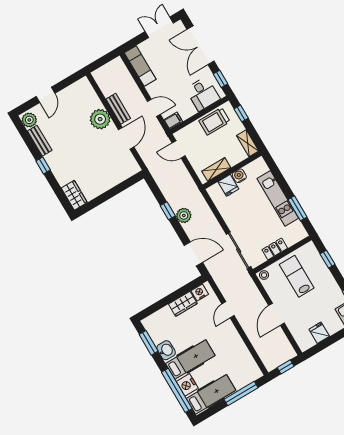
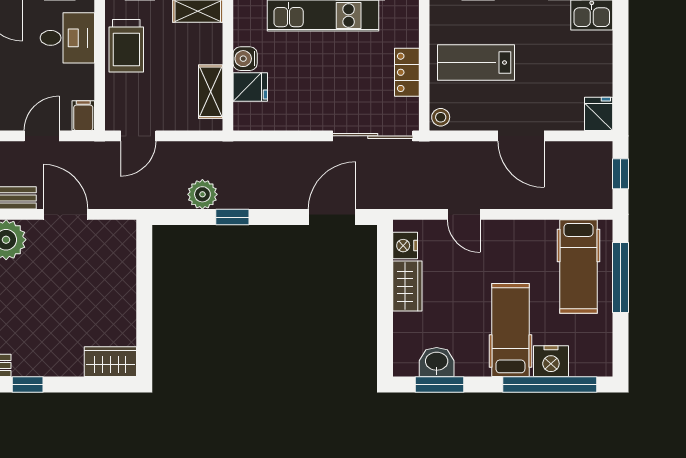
plant: (184, 215) -> (202, 194), moved
fridge: (319, 333) -> (599, 114), moved, turned 90
washbasin: (166, 350) -> (437, 362), moved
hospital bed: (211, 394) -> (578, 266), moved, turned 180

